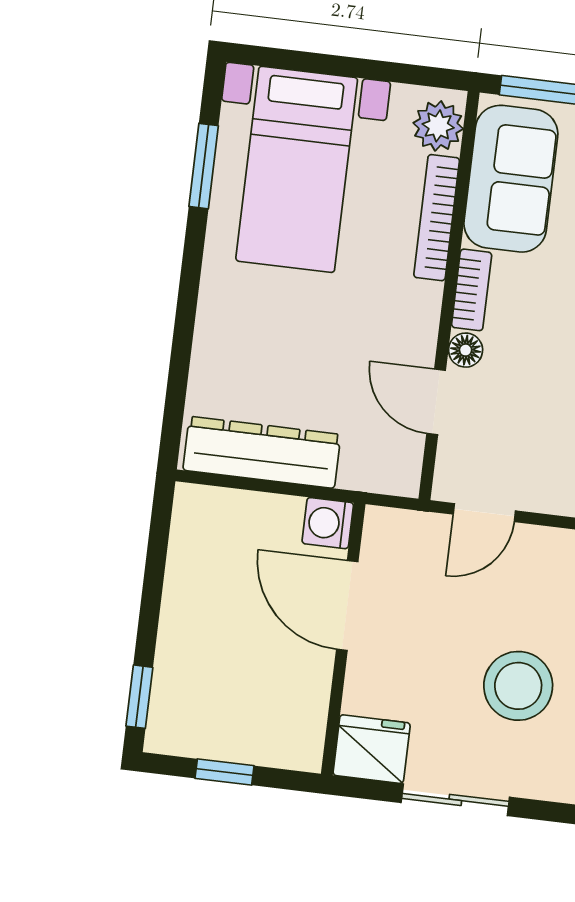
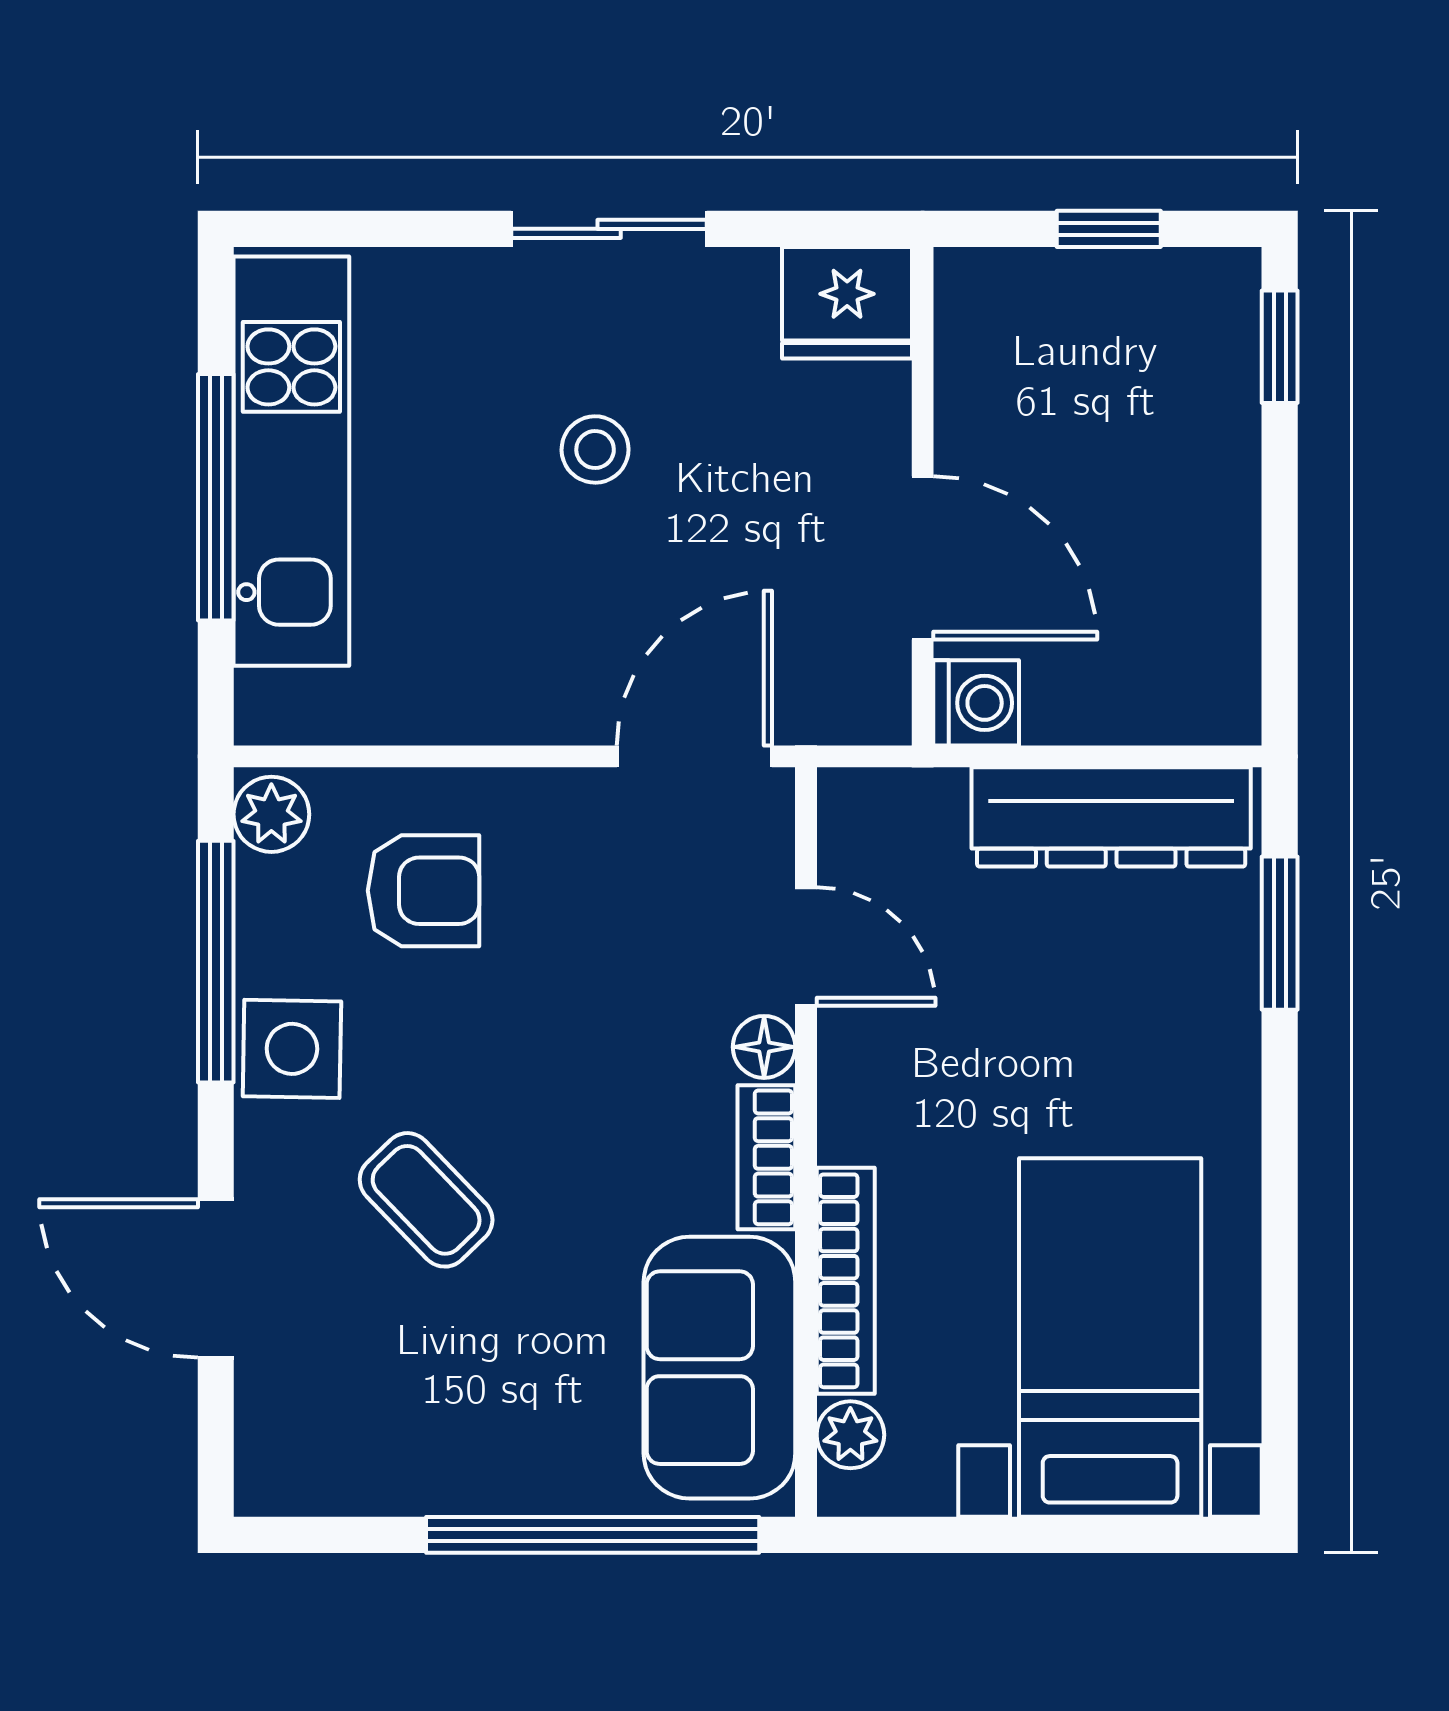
plant: (438, 126) -> (850, 1435), width x0.73, depth x0.73
window: (204, 166) -> (1280, 933), moved
door: (484, 513) -> (694, 756), width x1.38
stool: (518, 686) -> (595, 449), width x0.53, depth x0.53
sliding door: (455, 800) -> (609, 229), moved

